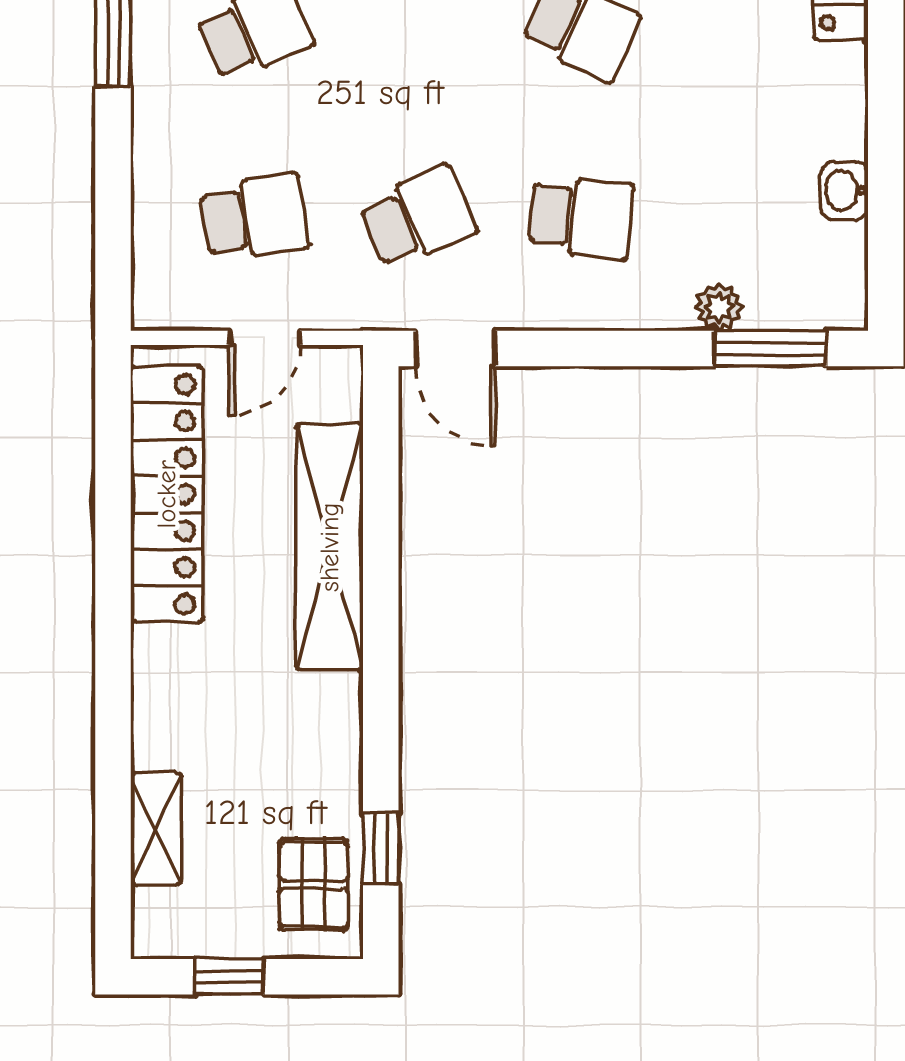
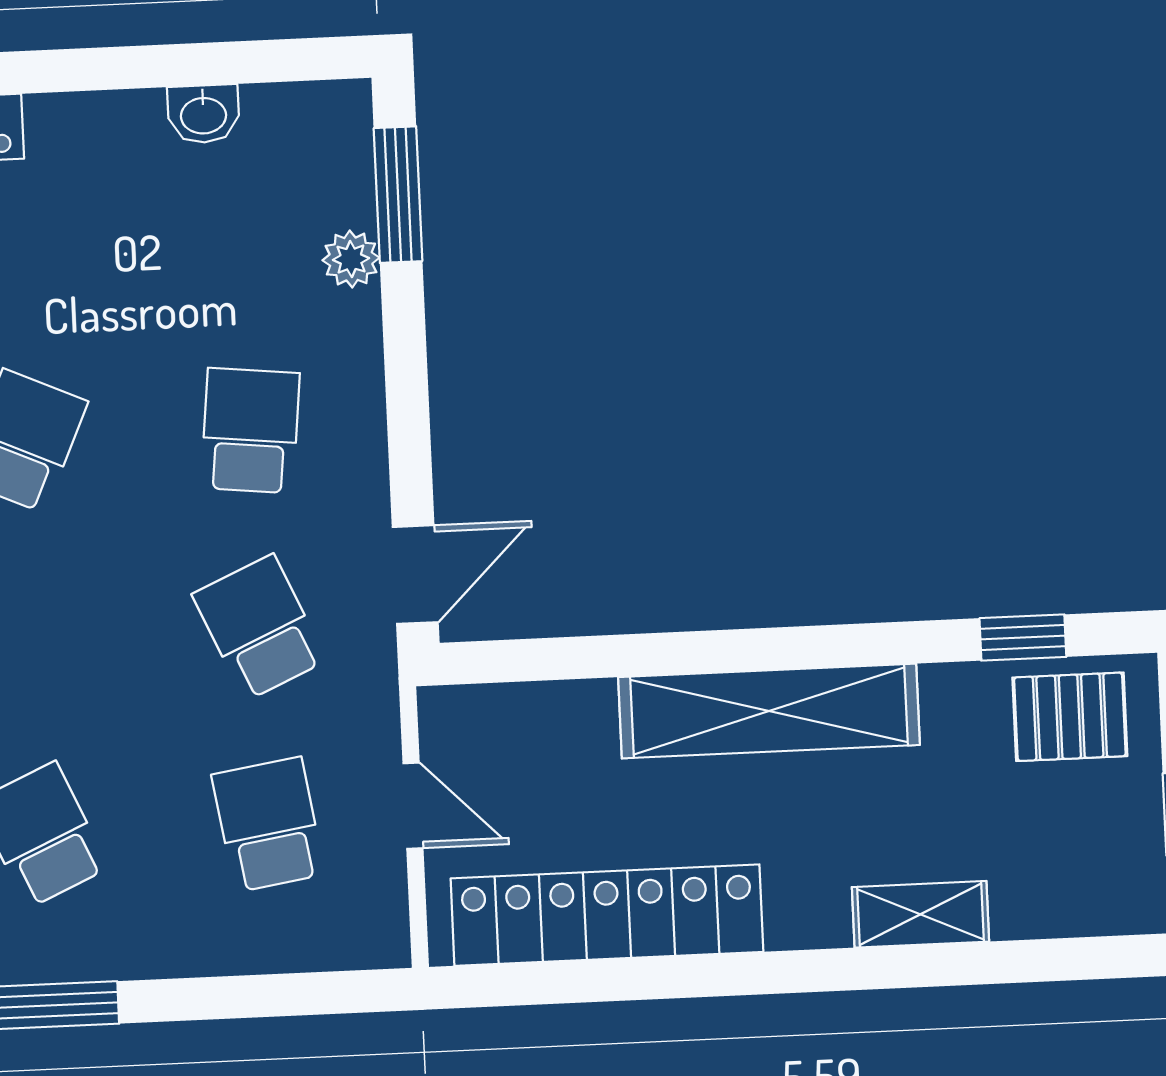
shelving: (330, 547) -> (769, 711), moved
shelving: (156, 829) -> (921, 914), moved

